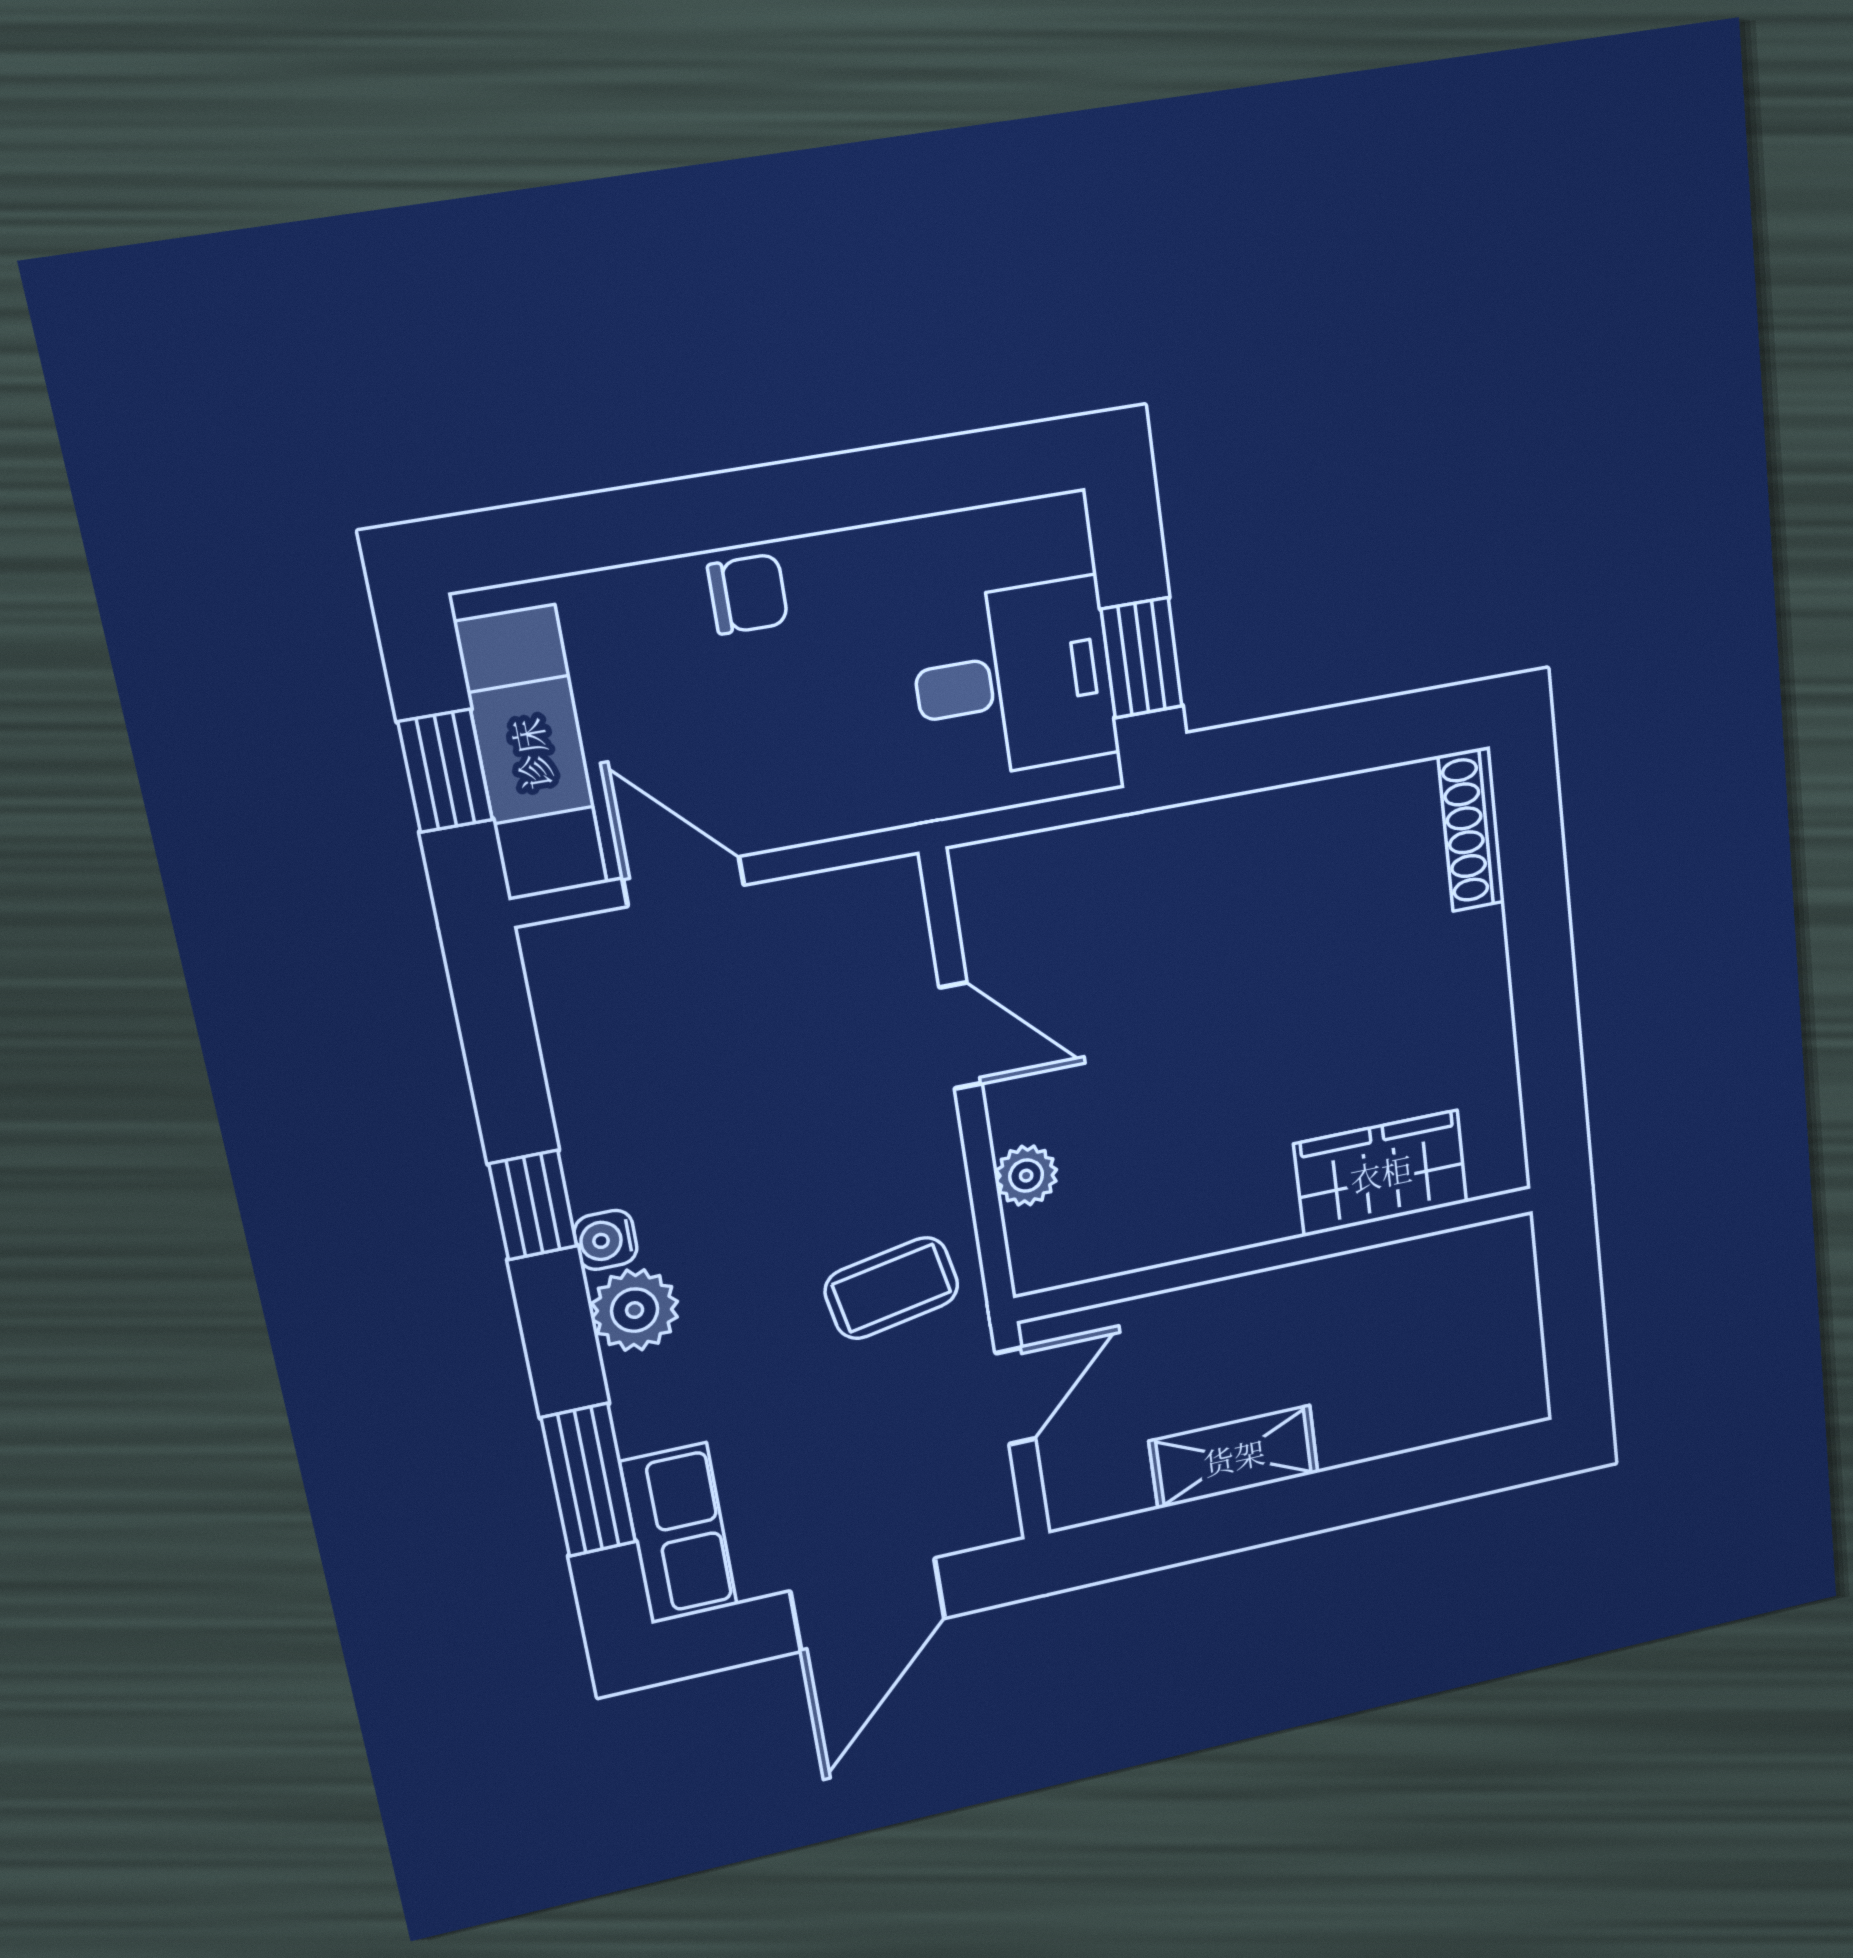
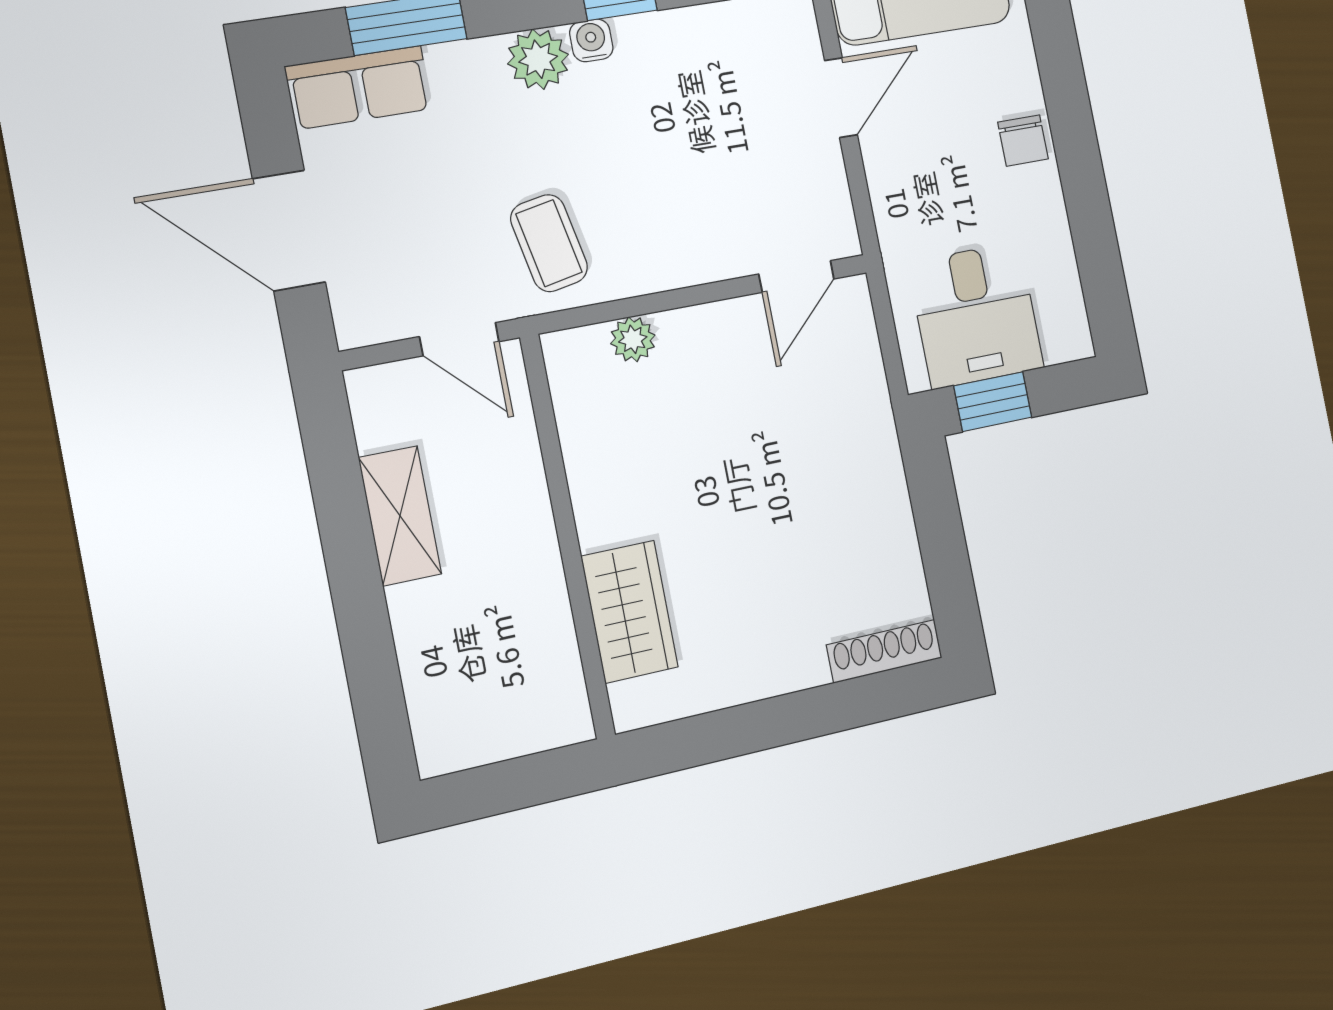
door: (961, 1036) -> (797, 277), moved

